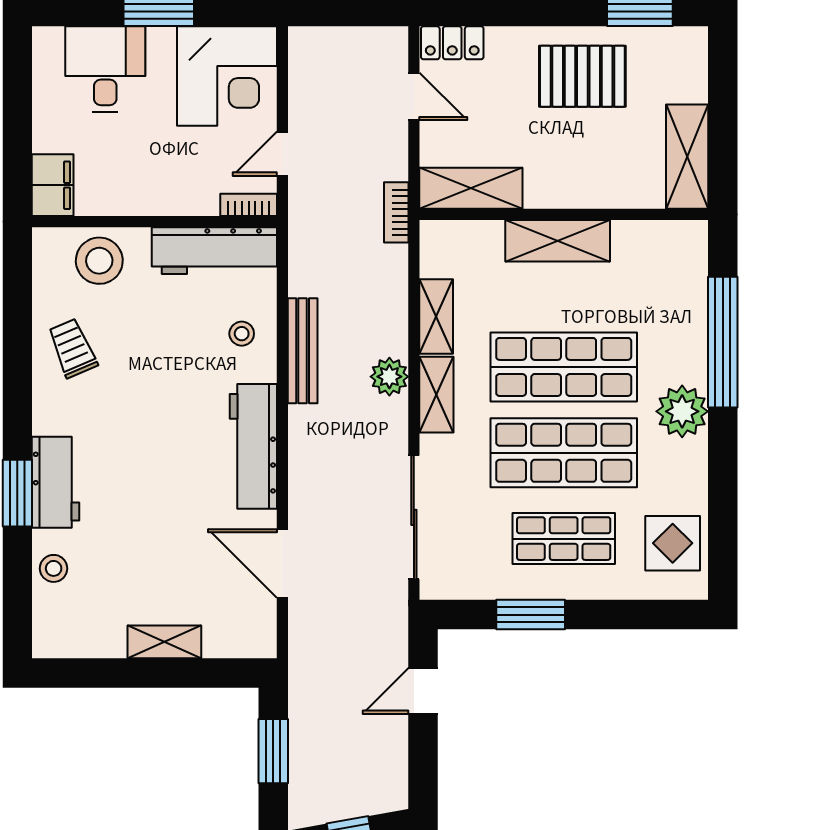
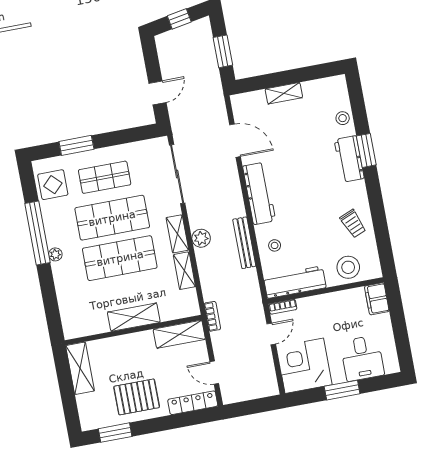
locker: (452, 43) -> (193, 403), width x1.53
window: (723, 342) -> (37, 233), moved
plant: (682, 411) -> (55, 254), width x0.53, depth x0.53
window: (531, 615) -> (76, 145), moved

